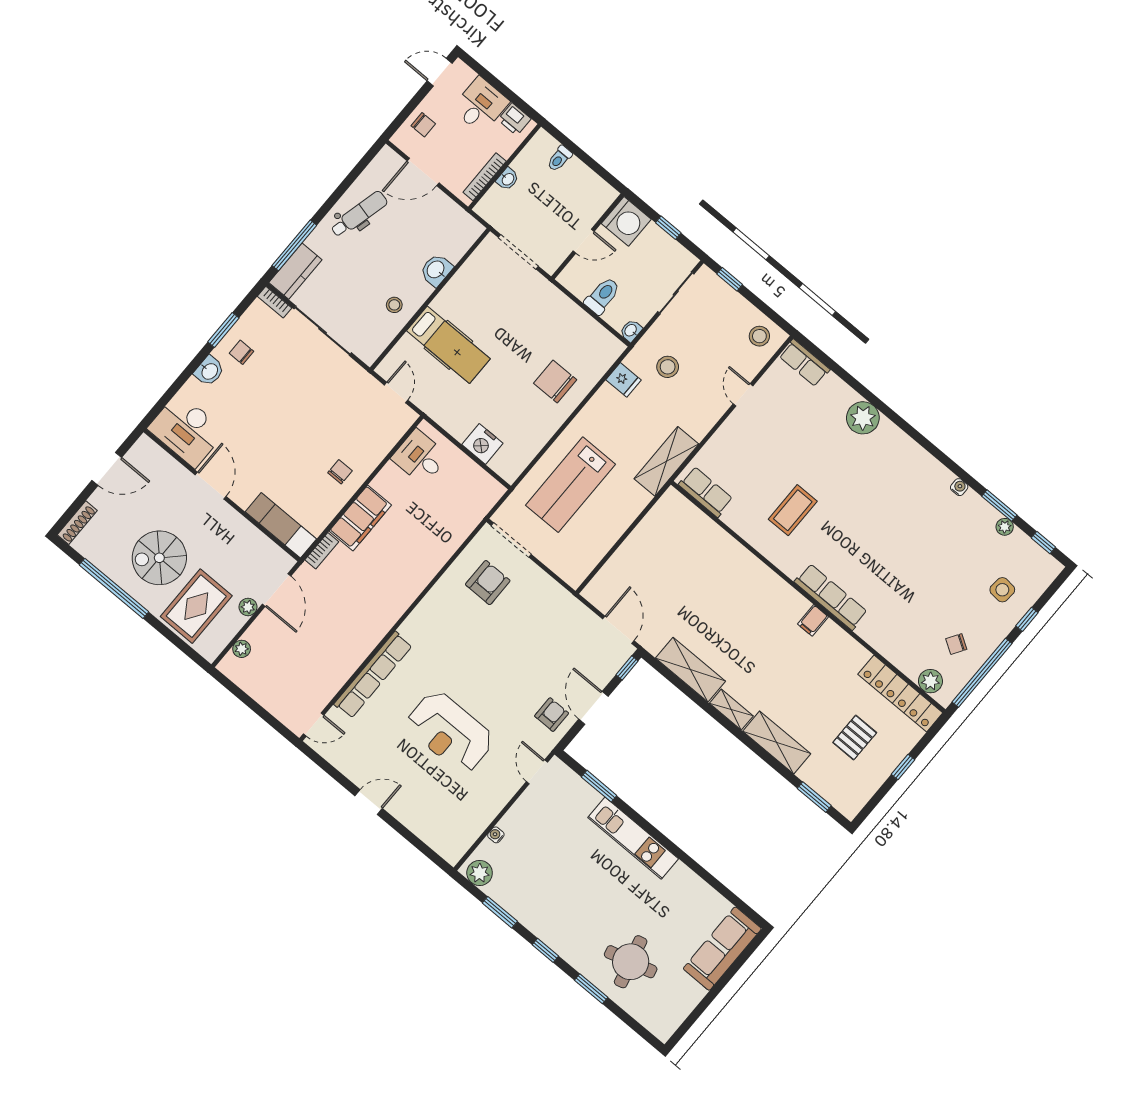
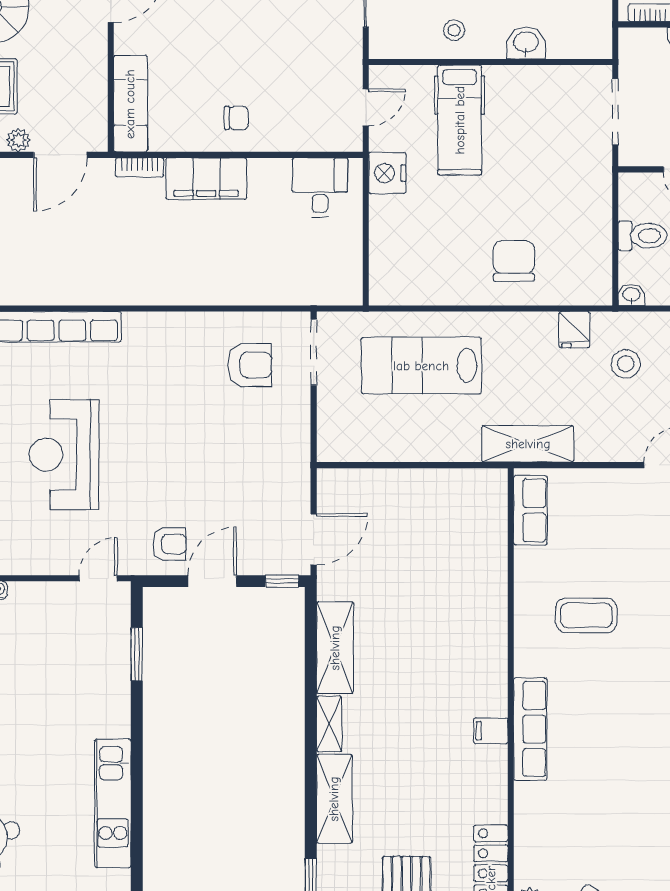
nightstand: (482, 444) -> (387, 173), moved
kitchen unit: (633, 838) -> (113, 803), moved

